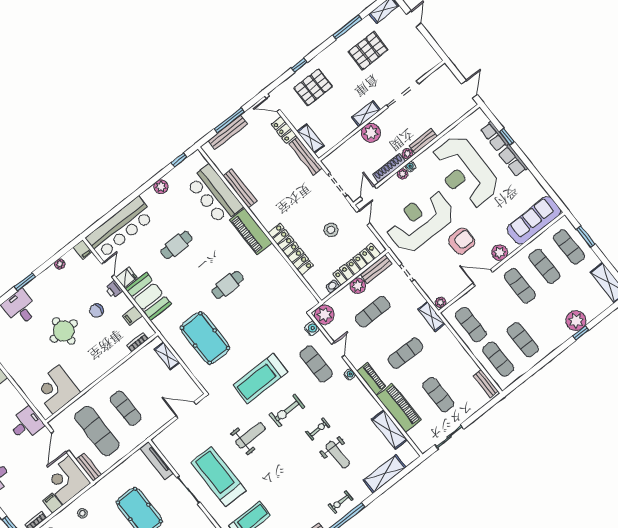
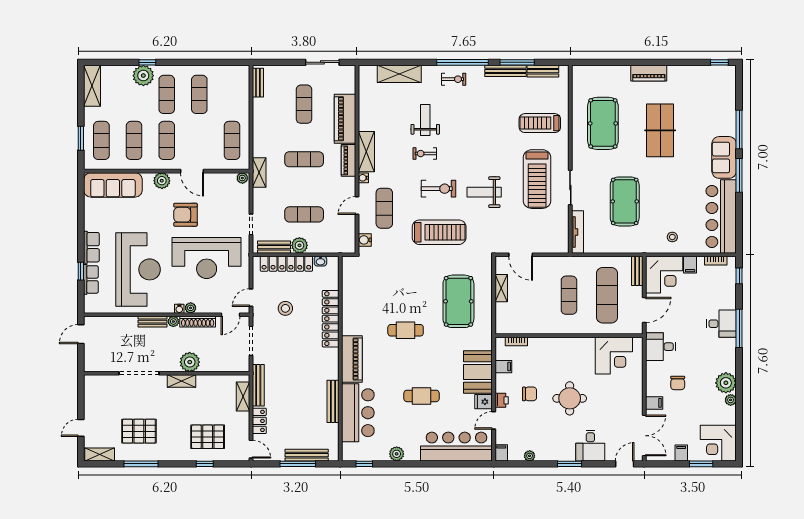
plant: (324, 315) -> (346, 243), removed
shelving: (167, 356) -> (501, 288), moved
exercise mat: (498, 359) -> (167, 94), moved
shelving: (390, 430) -> (366, 152), moved

